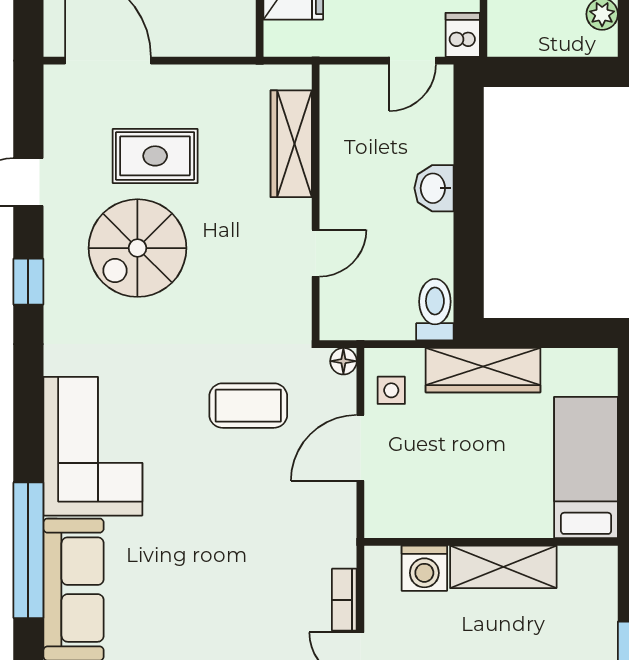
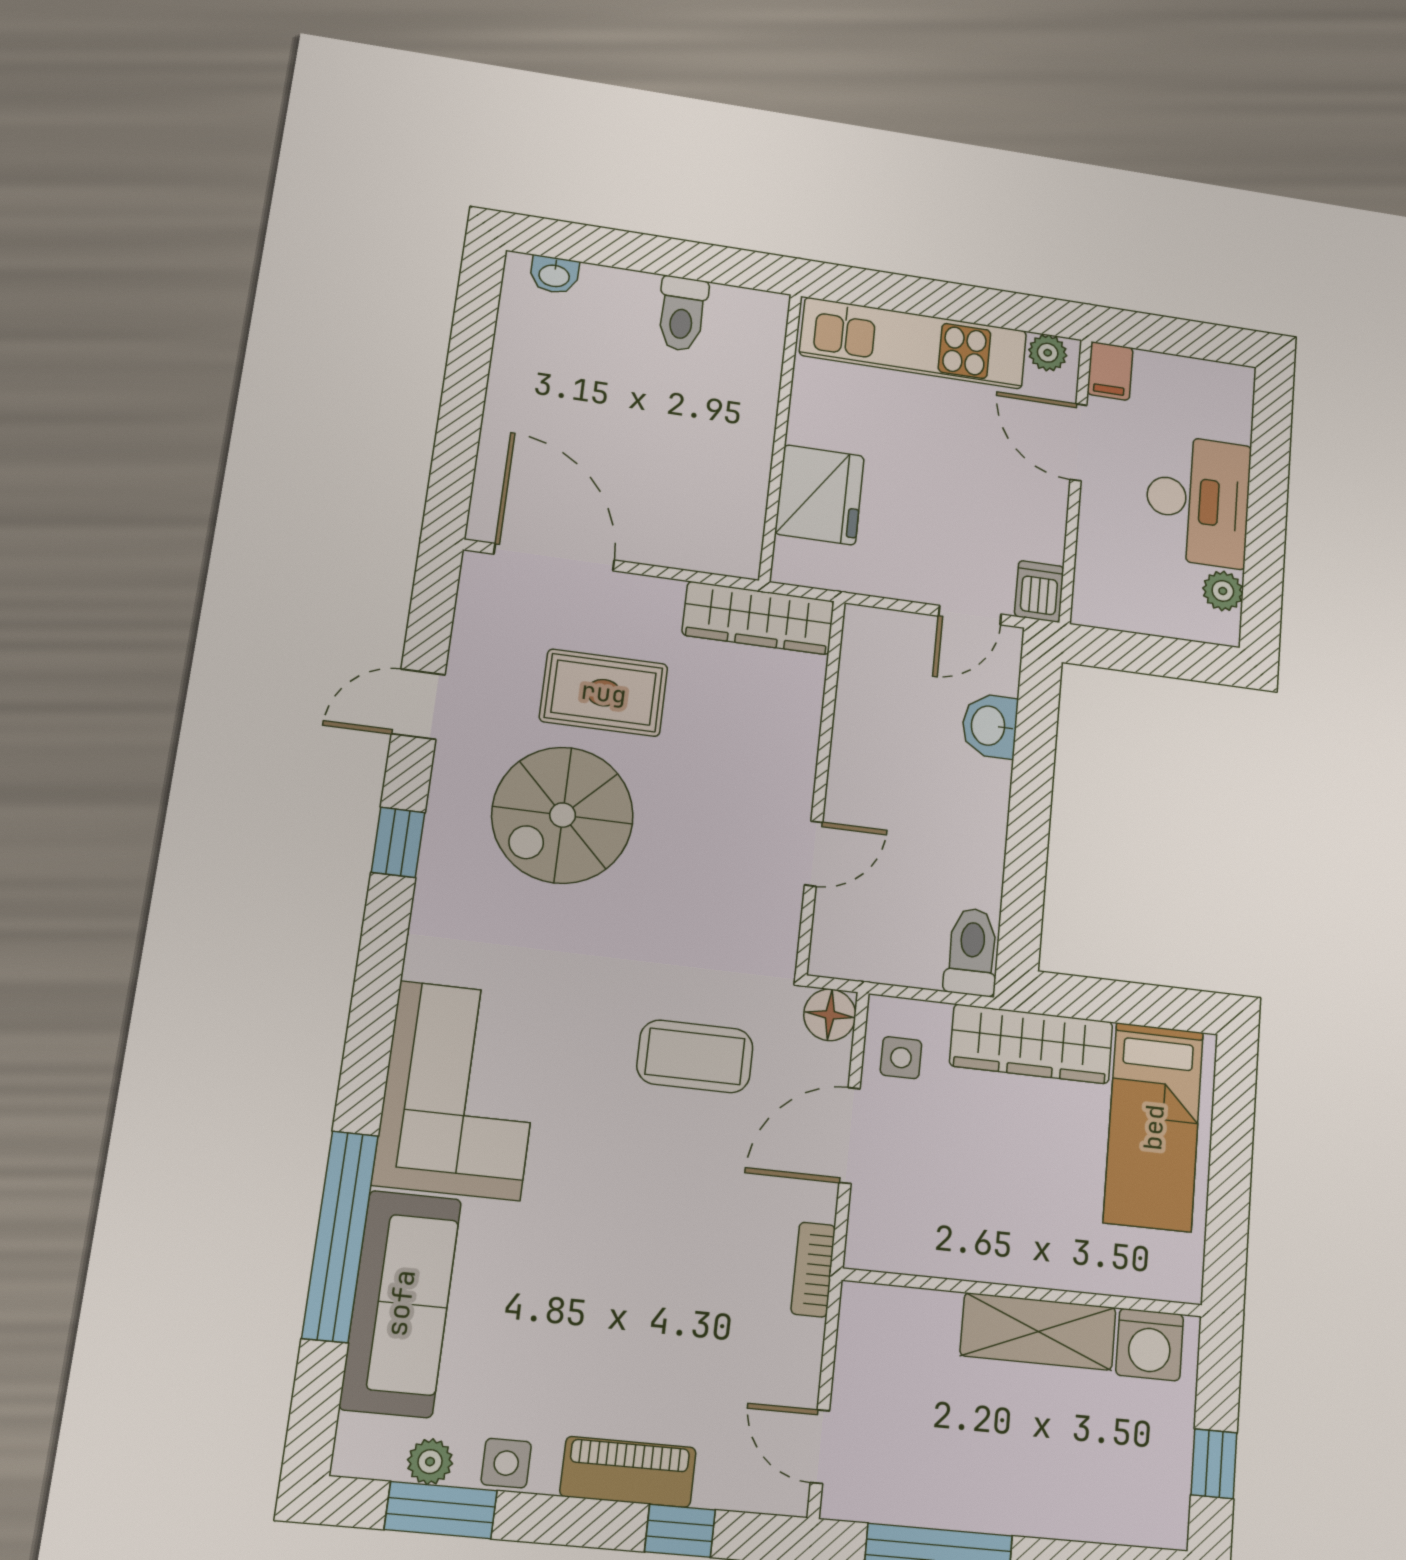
wardrobe: (291, 144) -> (758, 618), moved, turned -90
washbasin: (434, 188) -> (990, 726), moved
floor lamp: (343, 361) -> (830, 1015), width x1.37, depth x1.37
bed: (586, 468) -> (1154, 1127), moved, turned 180
washing machine: (424, 568) -> (1150, 1345), moved
bookcase: (344, 600) -> (813, 1270), moved

